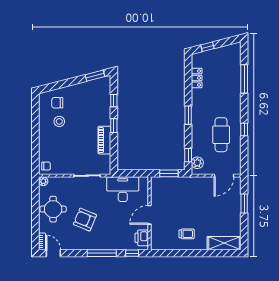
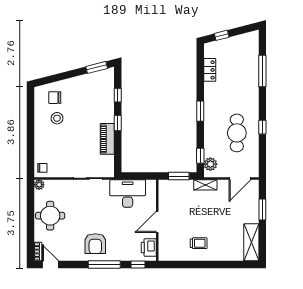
shelving: (193, 181) -> (205, 185), added
armchair: (85, 220) -> (95, 244), moved, turned -112
shelving: (224, 243) -> (251, 242), moved, turned 90

